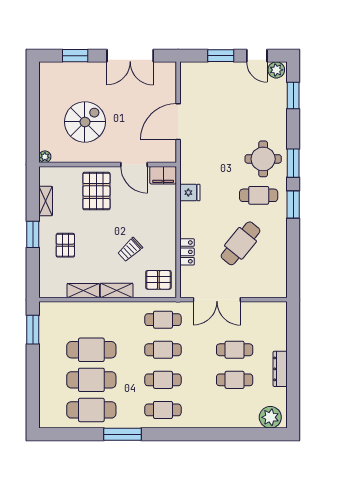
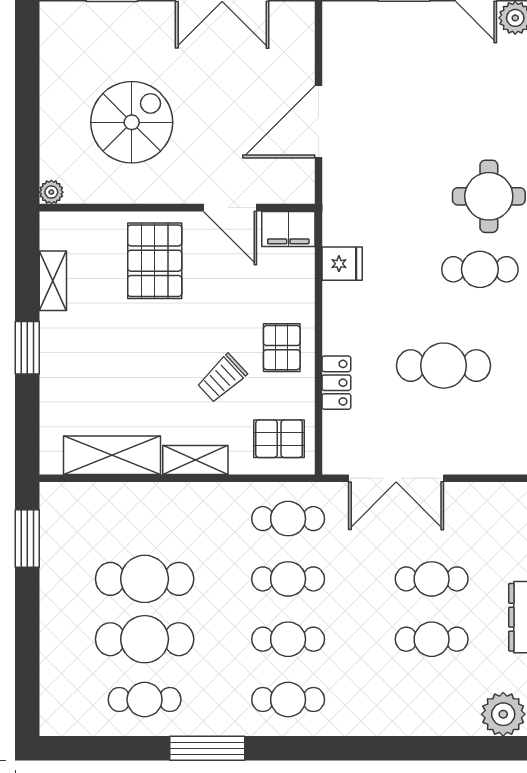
cafe table: (241, 243) -> (444, 366), turned 51
pallet: (65, 245) -> (282, 348), moved
shelving: (83, 291) -> (112, 455), width x1.50, depth x1.33
cafe table: (91, 410) -> (145, 700), width x0.73, depth x0.74

